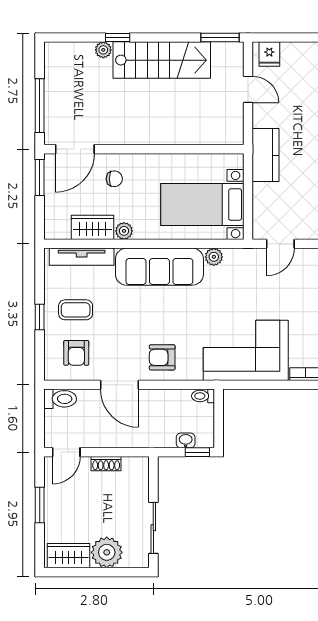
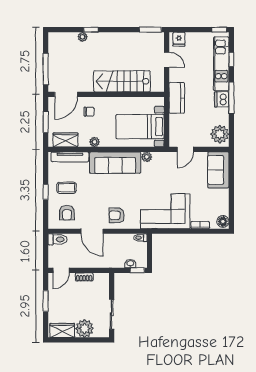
stairs: (162, 60) -> (122, 81), moved, turned 180
window: (40, 177) -> (46, 122), moved
wardrobe: (93, 227) -> (65, 140), moved

